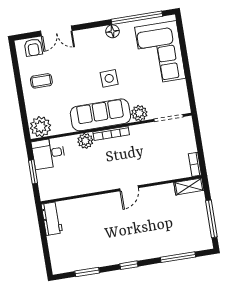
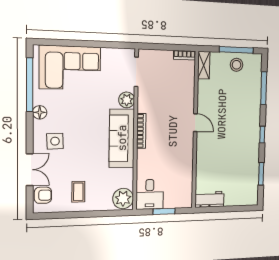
side table: (109, 78) -> (55, 141), moved
plant: (85, 141) -> (144, 157), removed
stool: (196, 222) -> (237, 65), added

